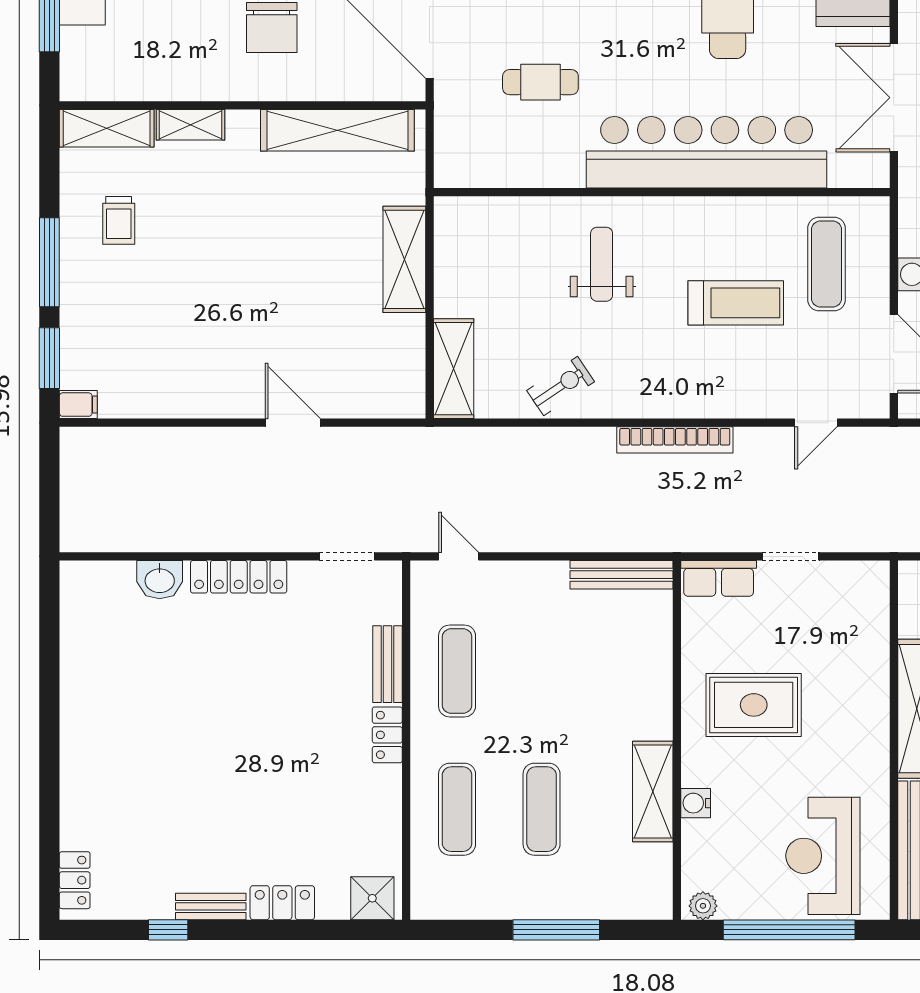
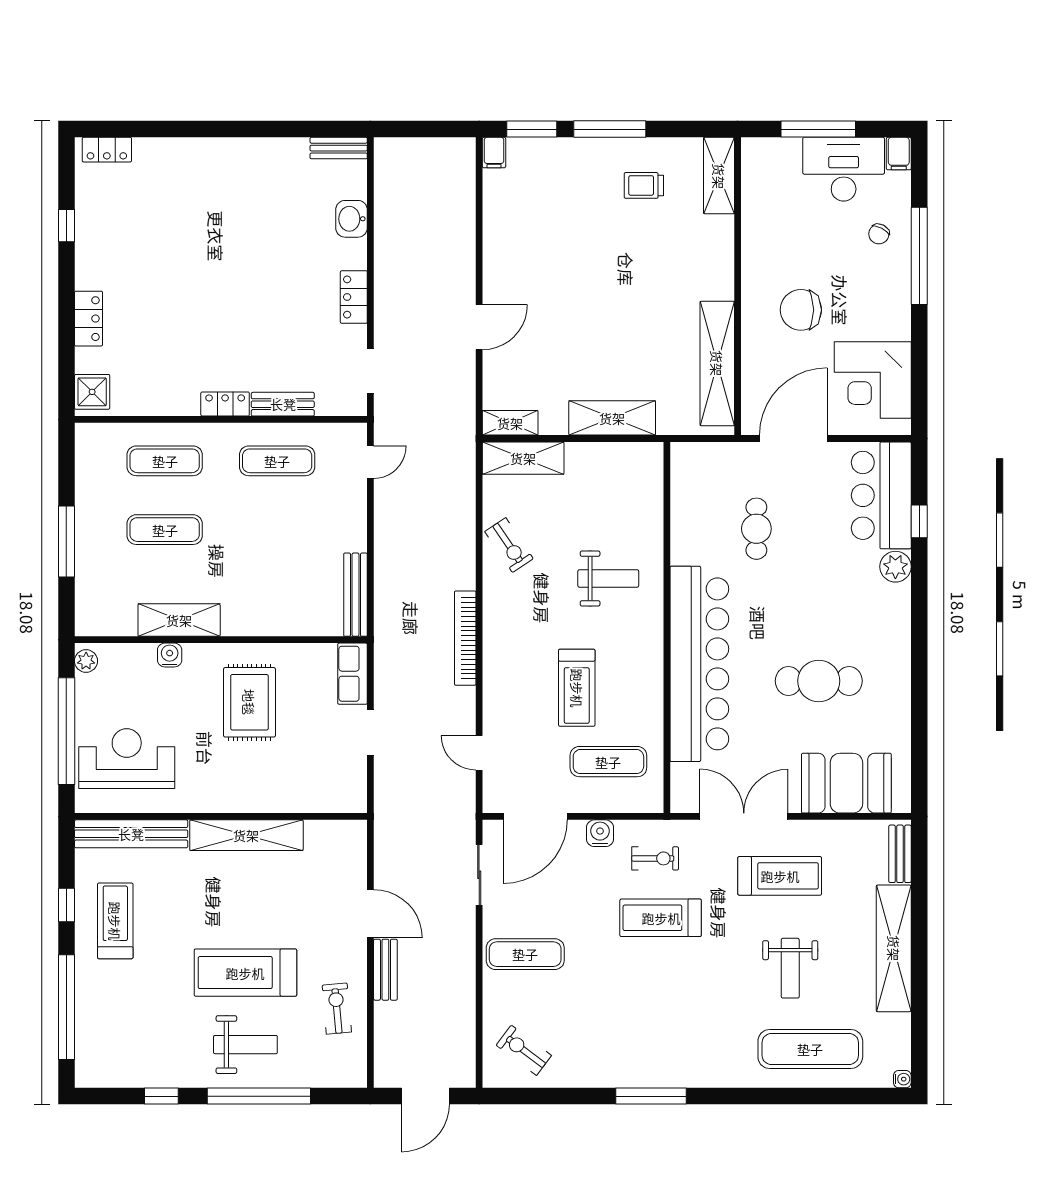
shelving: (191, 125) -> (510, 423), moved, turned 90
locker: (239, 577) -> (354, 297), width x0.66
bench: (211, 906) -> (339, 148), moved, turned 90

